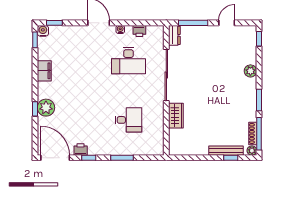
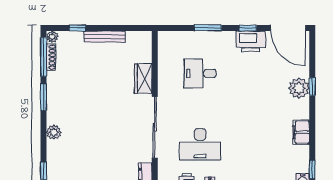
desk: (128, 61) -> (200, 144), turned 180
printer: (81, 150) -> (251, 41), width x1.87, depth x1.48
bench: (226, 151) -> (105, 37), moved

